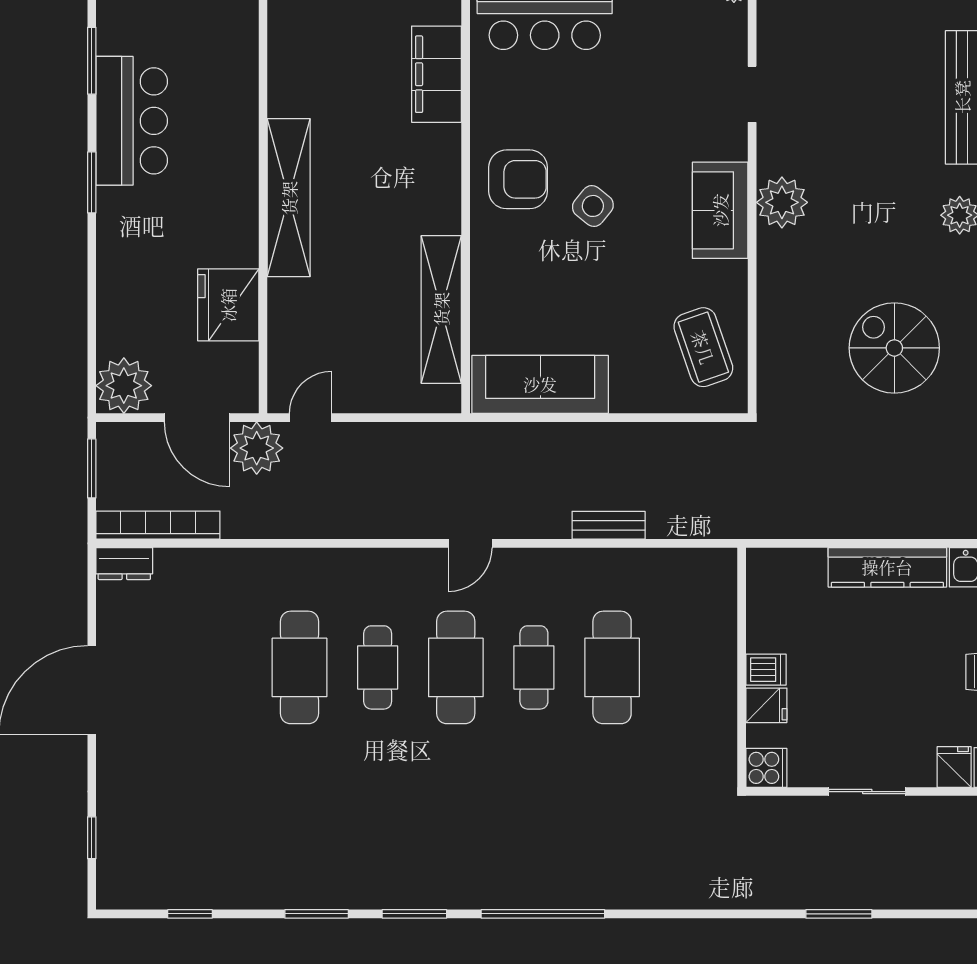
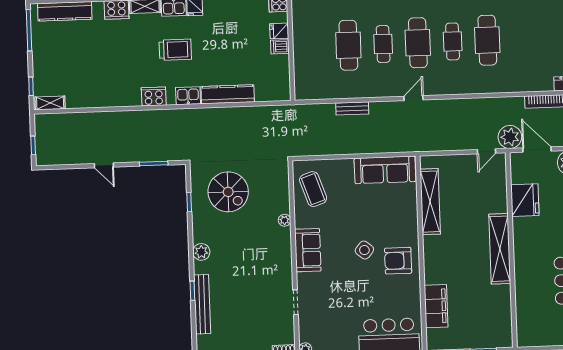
plant: (782, 202) -> (285, 220), moved, width x0.53, depth x0.53

